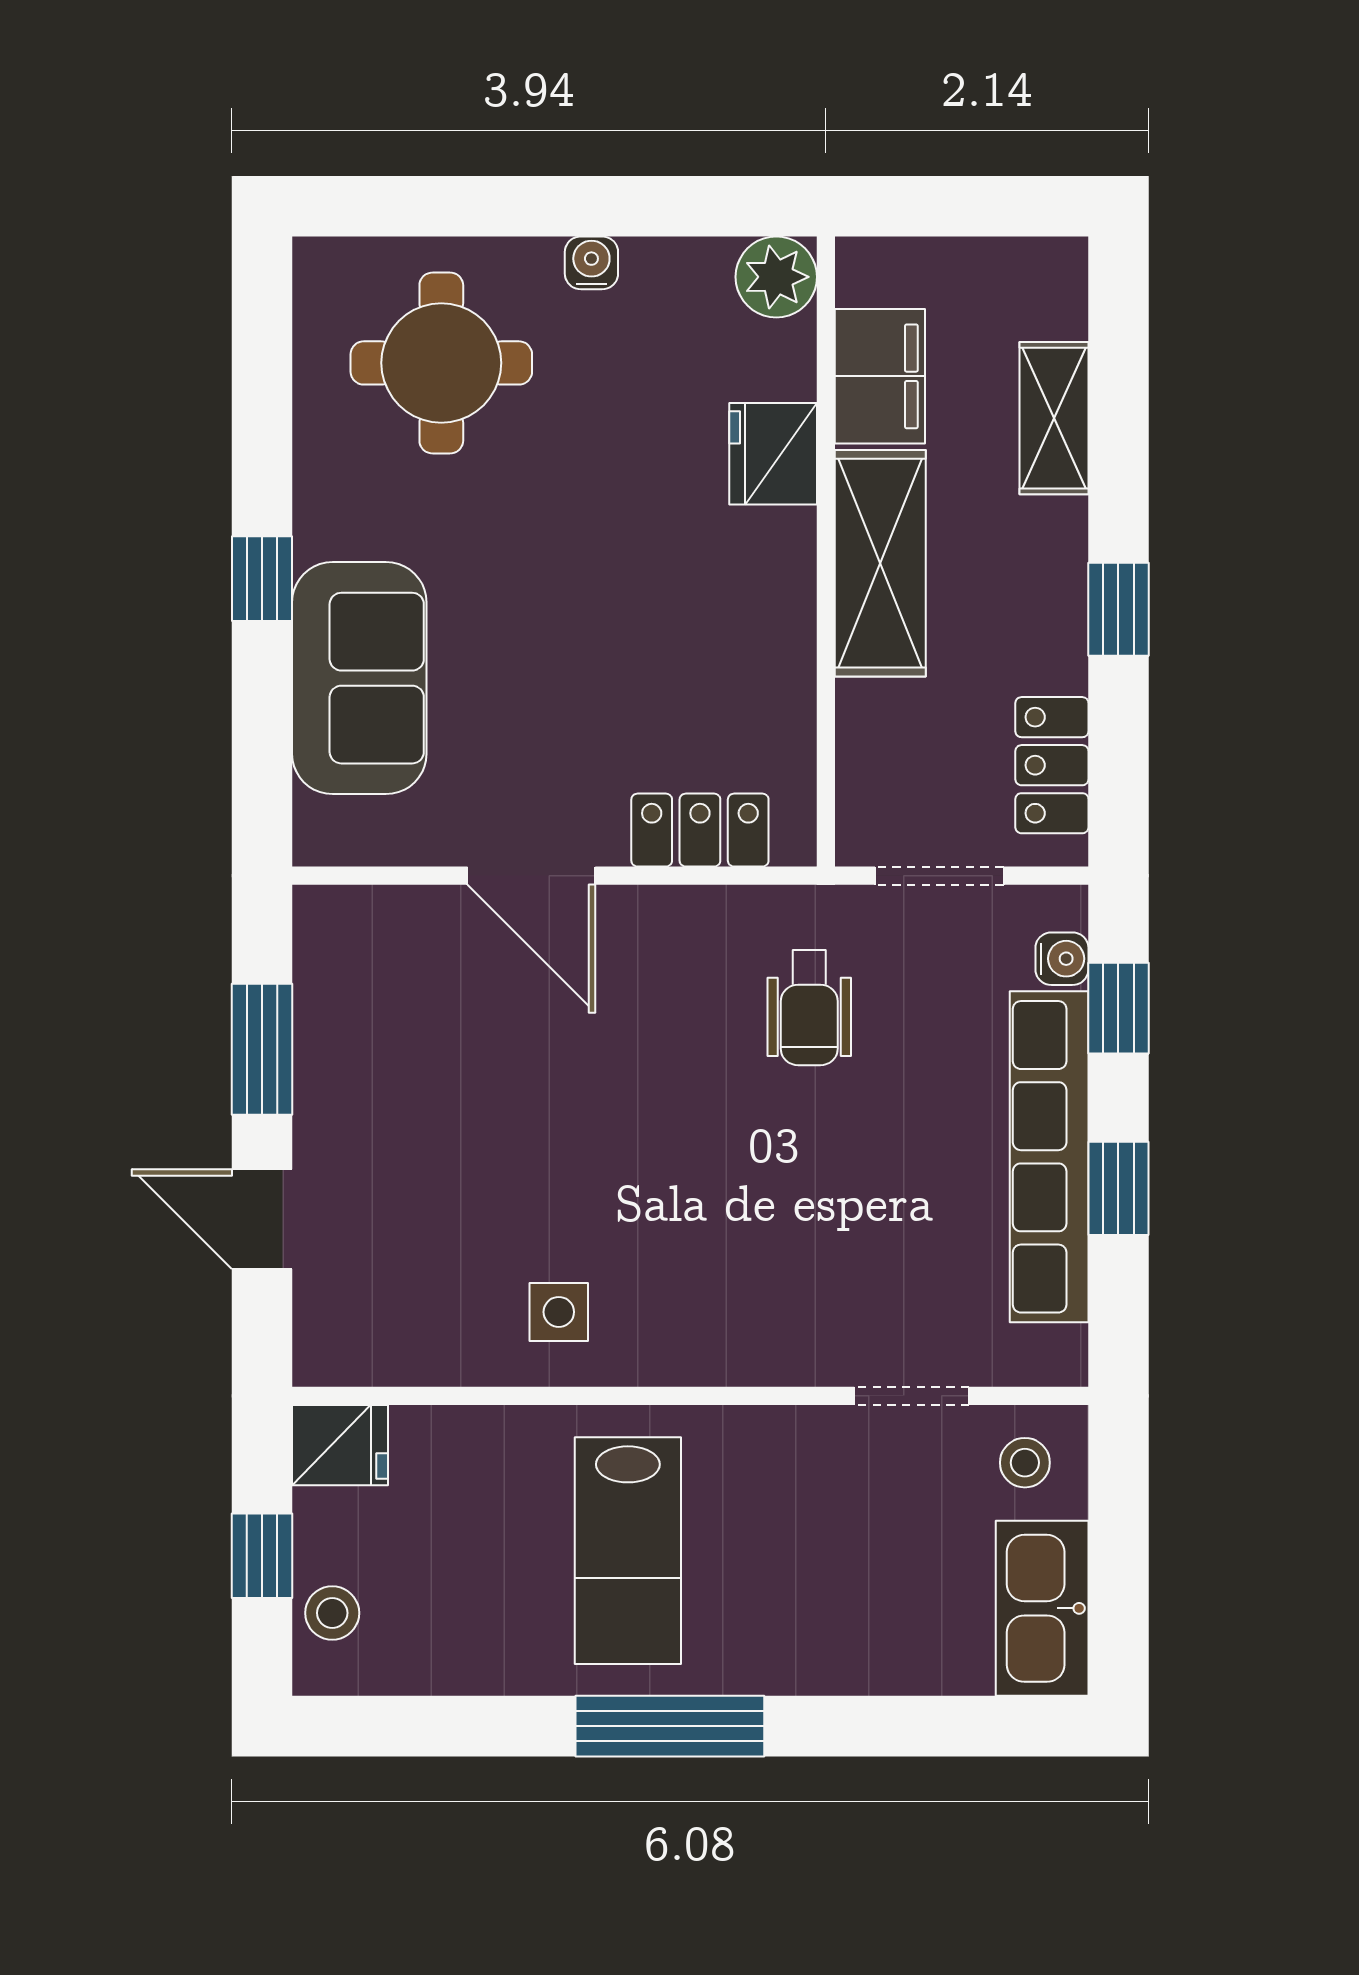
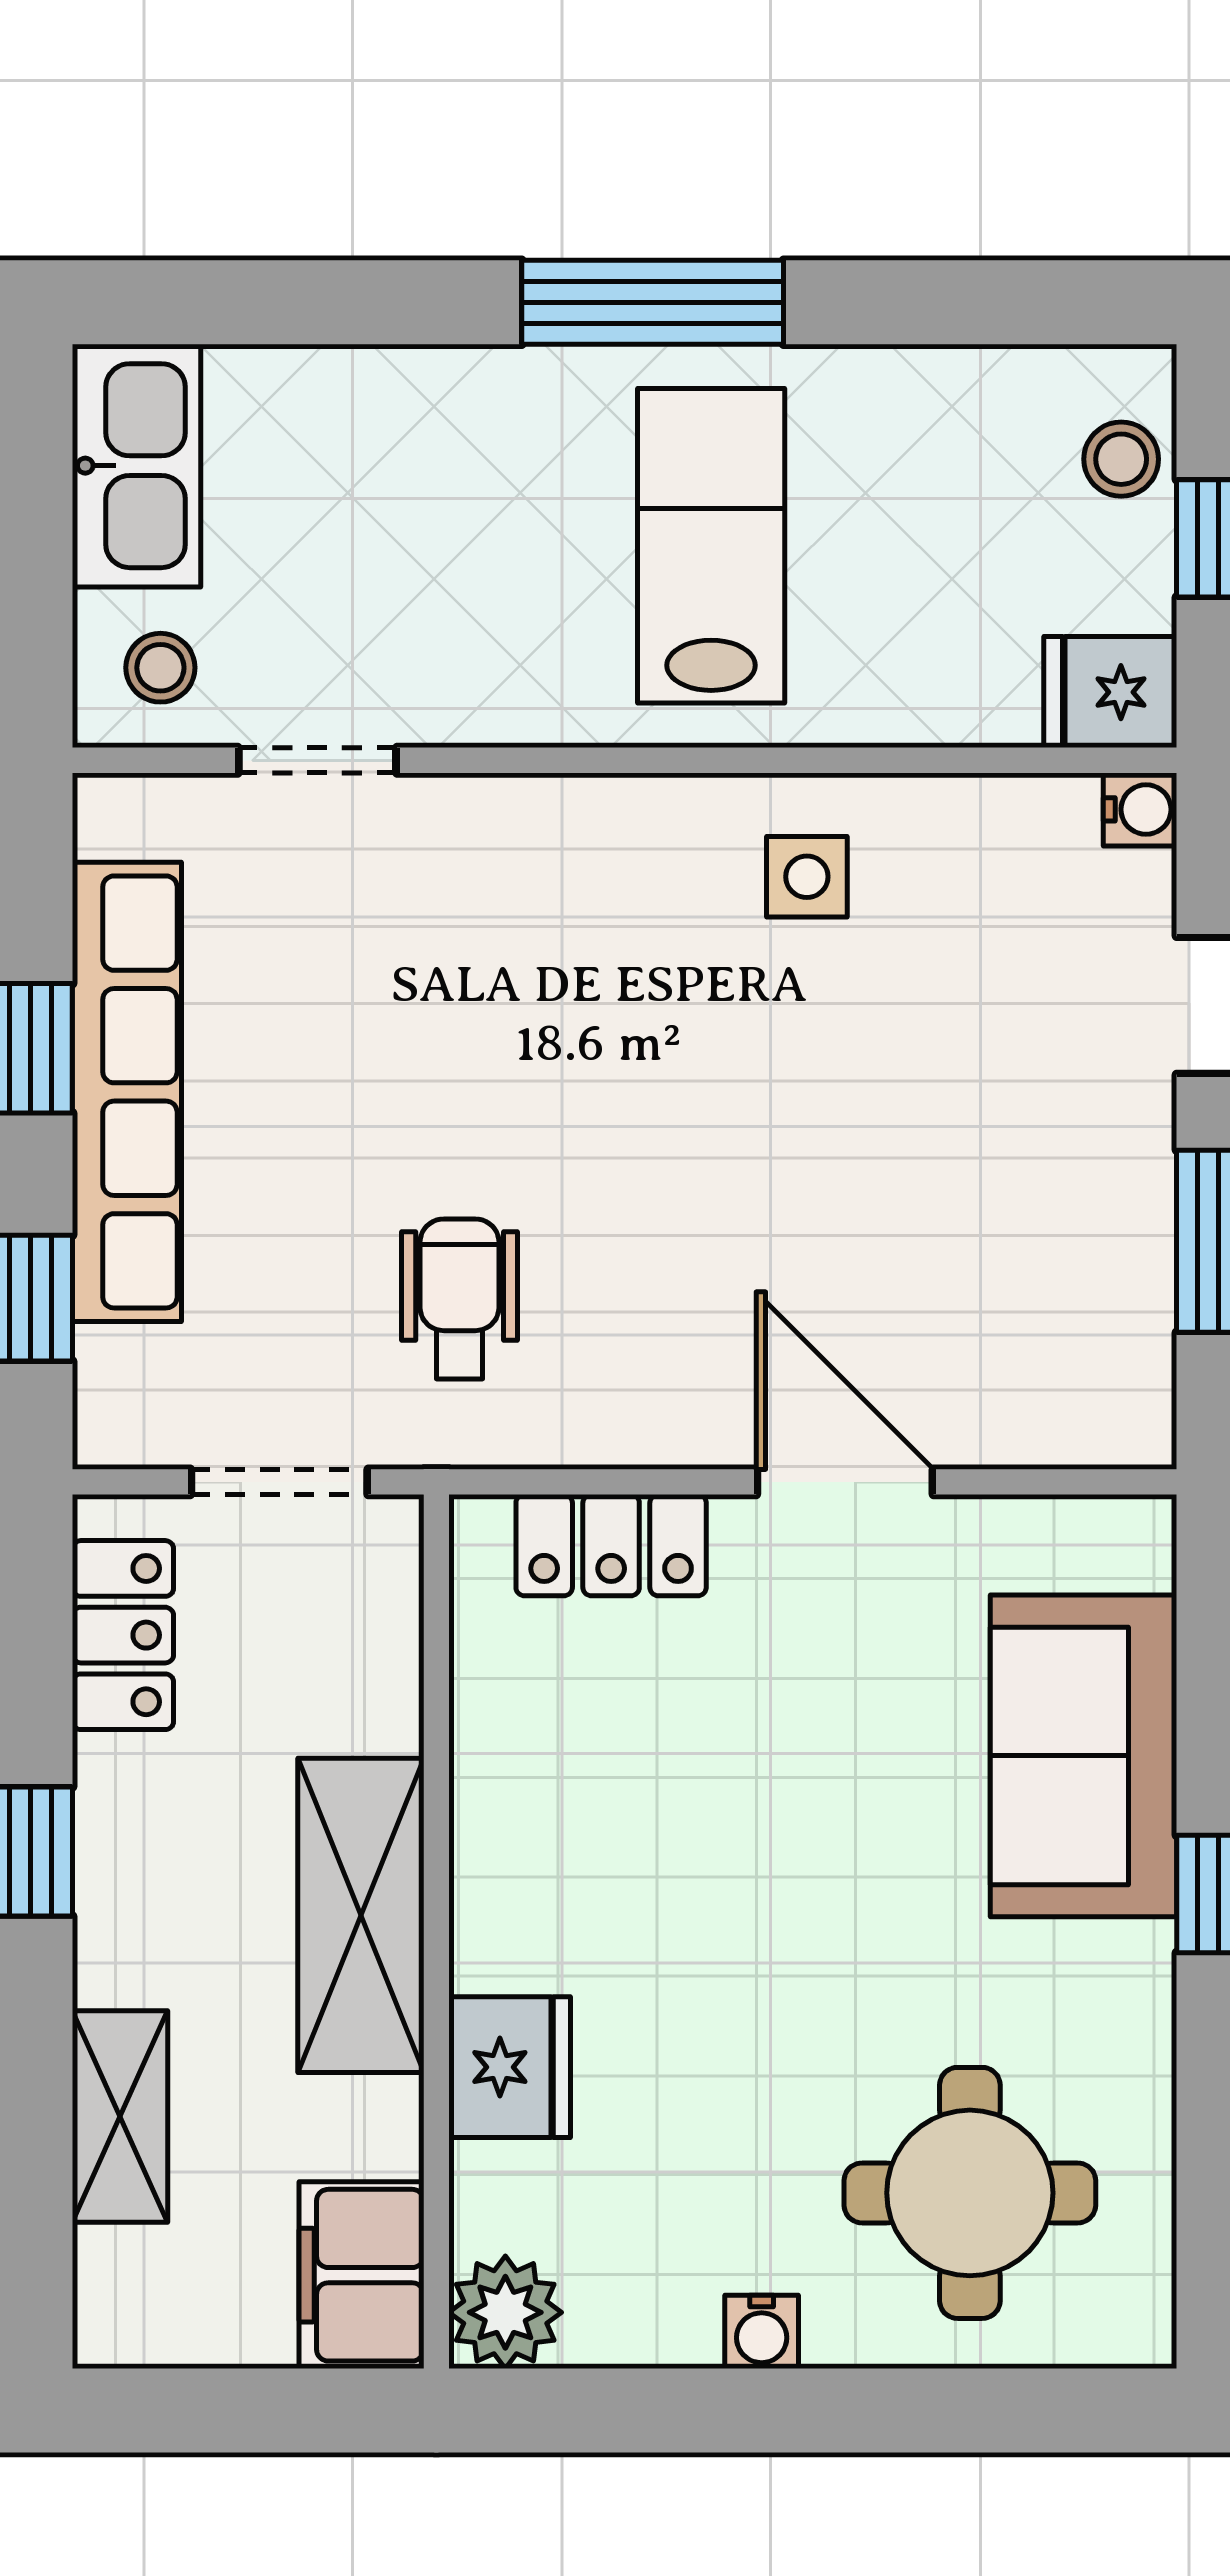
filing cabinet: (880, 376) -> (362, 2275), moved
water cooler: (1062, 959) -> (1140, 809), moved, turned 180

